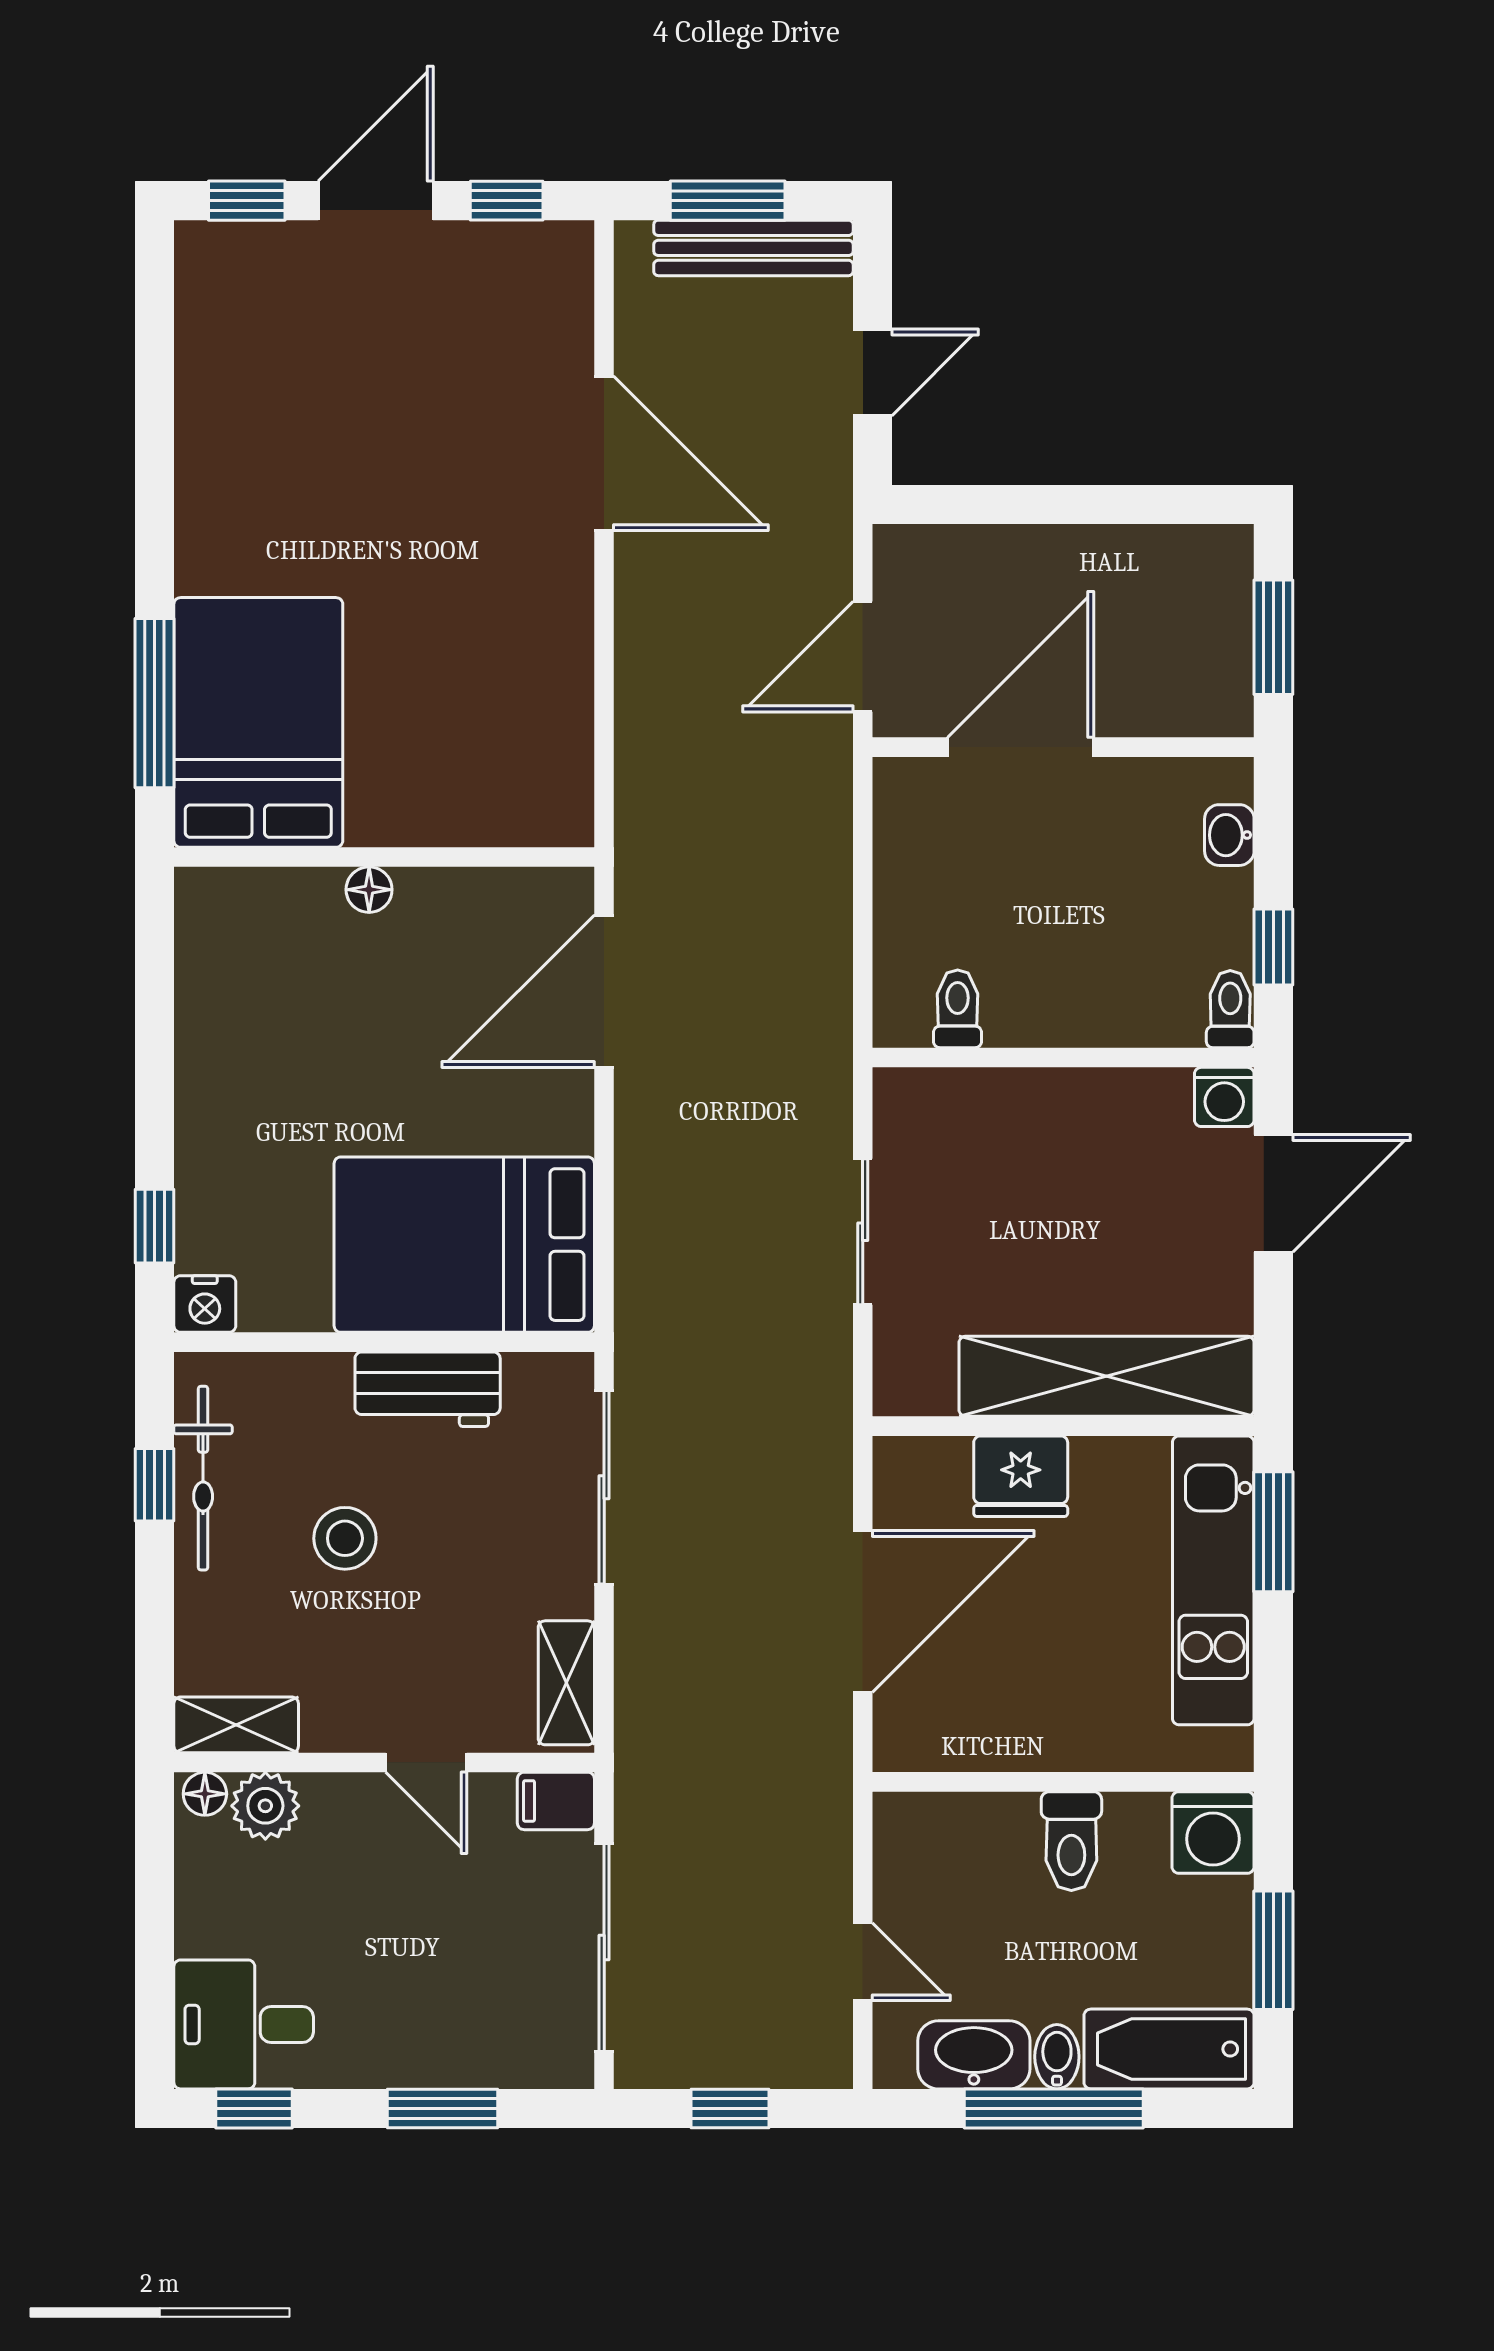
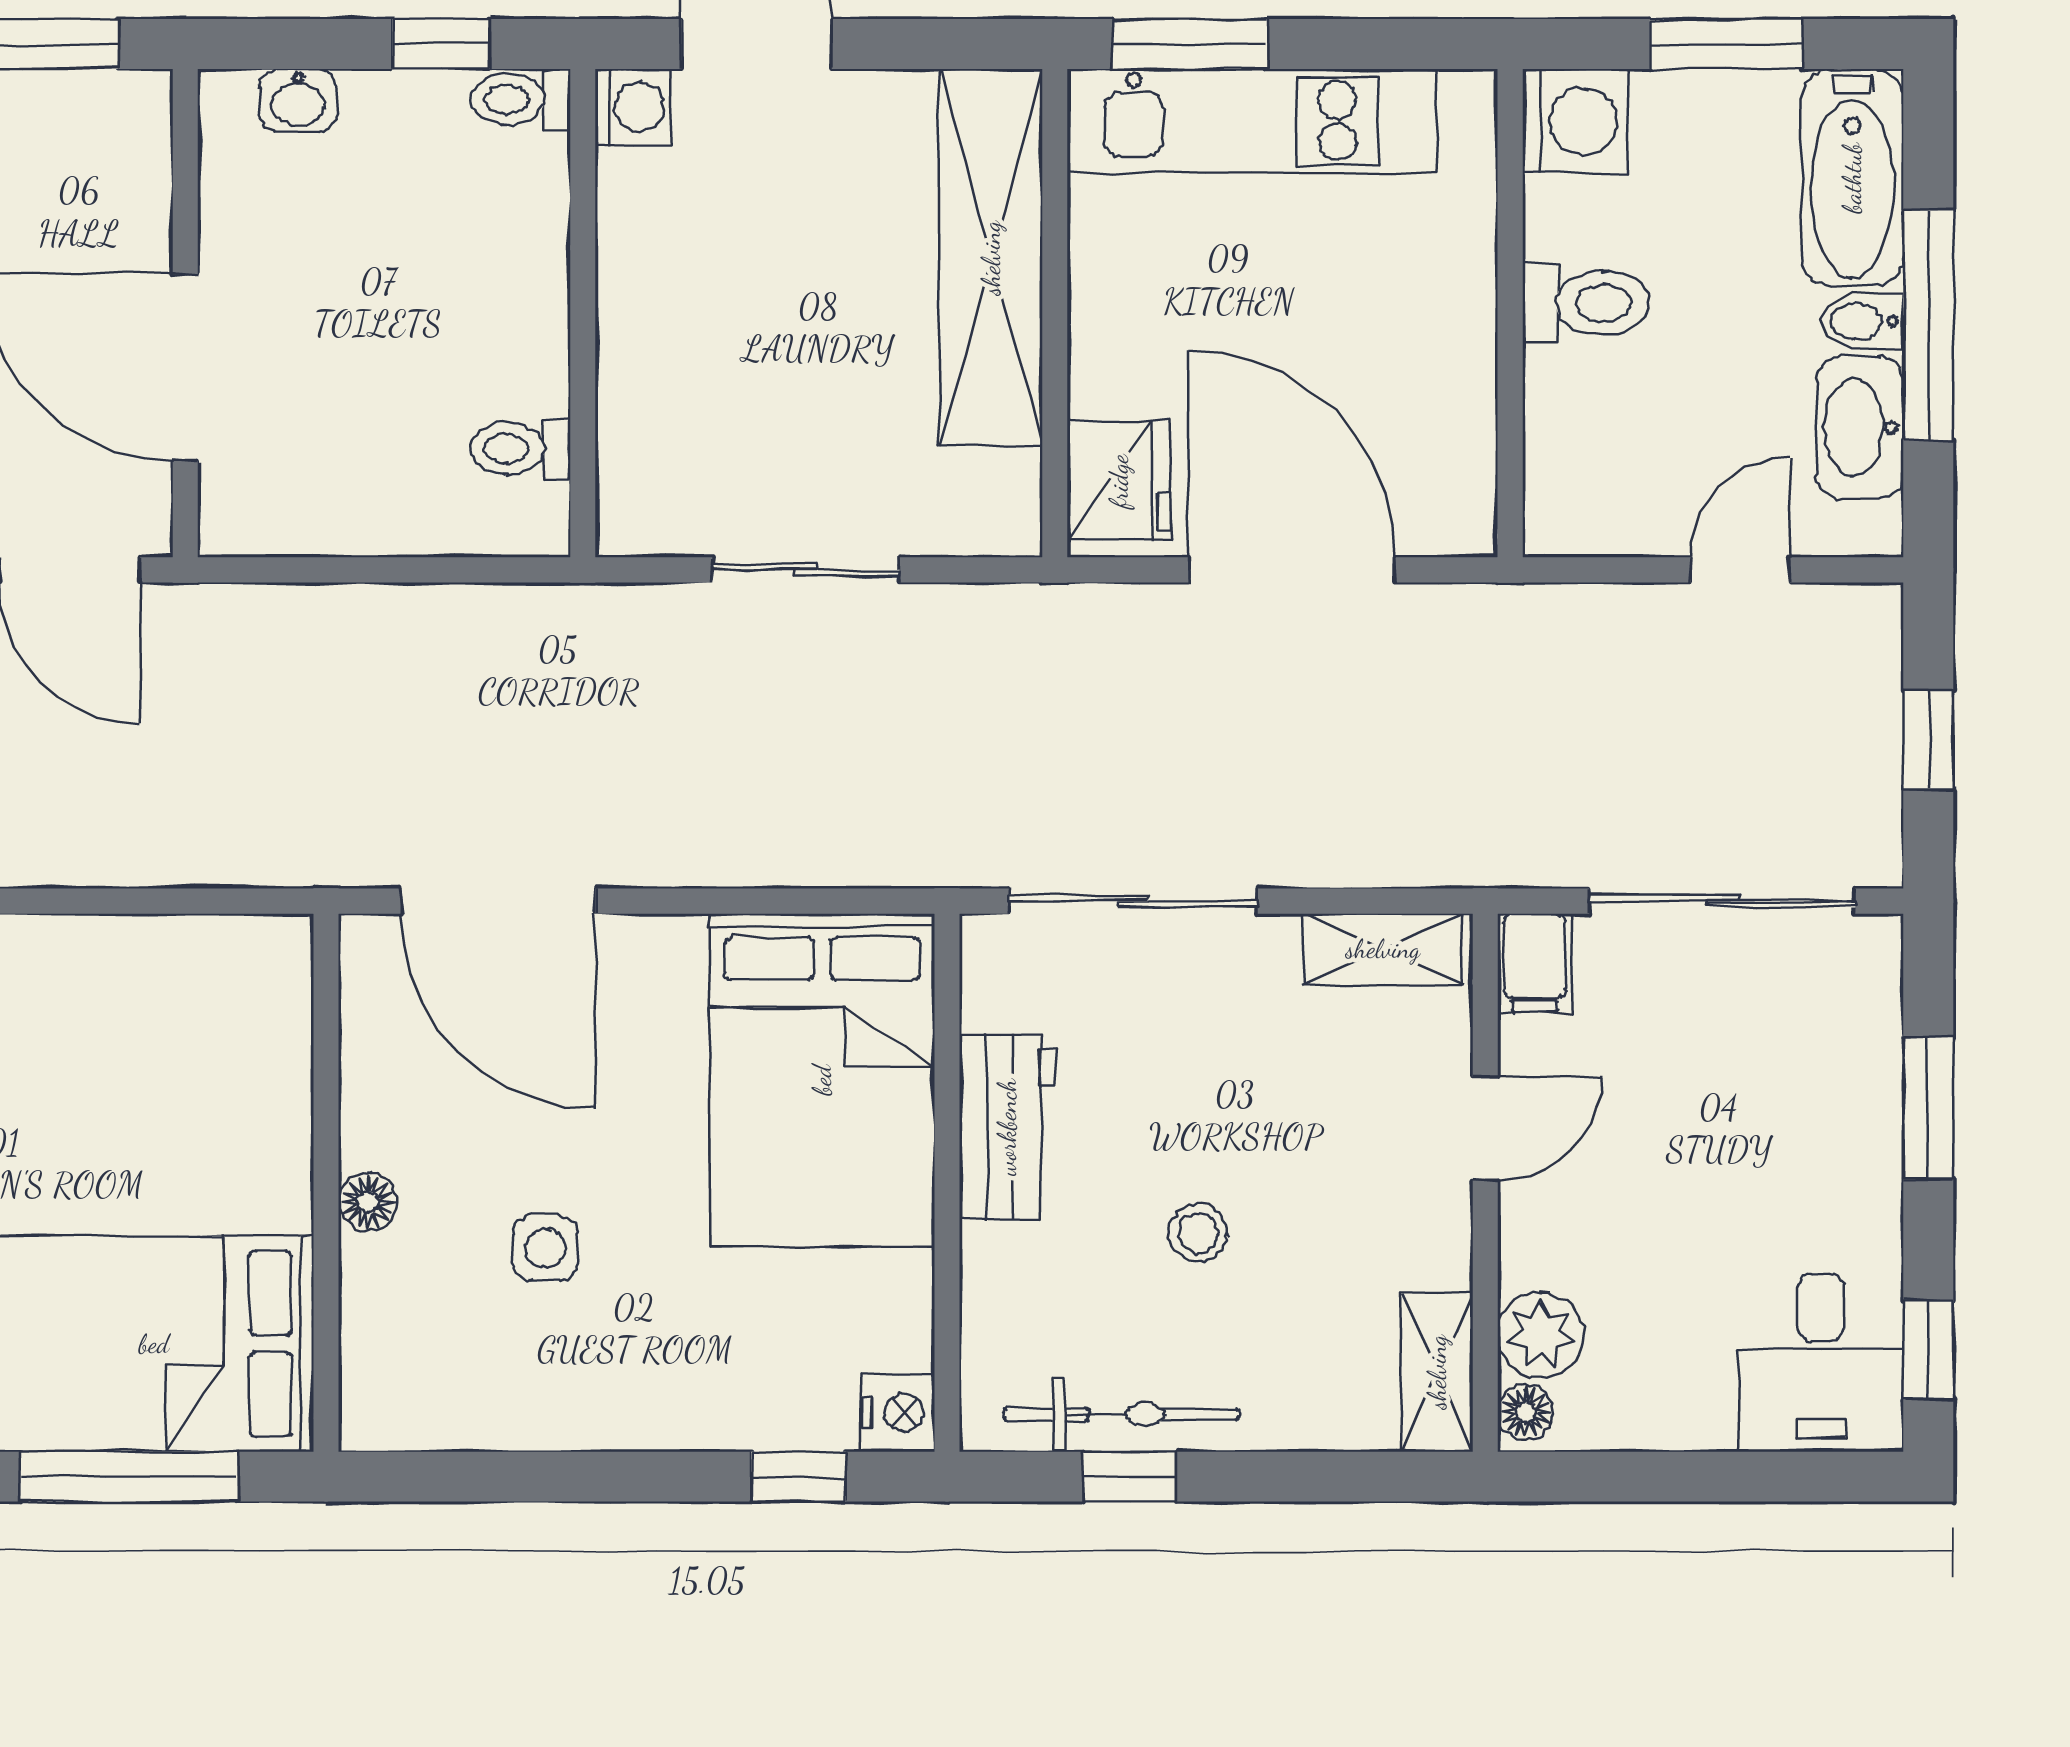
side table: (333, 1028) -> (545, 1248), added
fridge: (1021, 1476) -> (1119, 481), moved
stool: (345, 1538) -> (1198, 1233), width x0.73, depth x0.73

